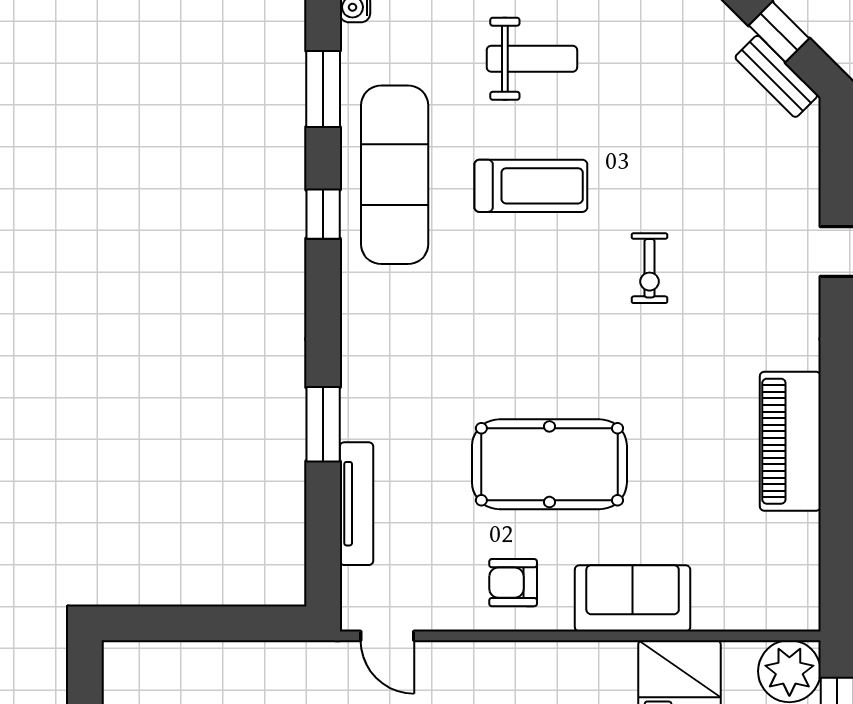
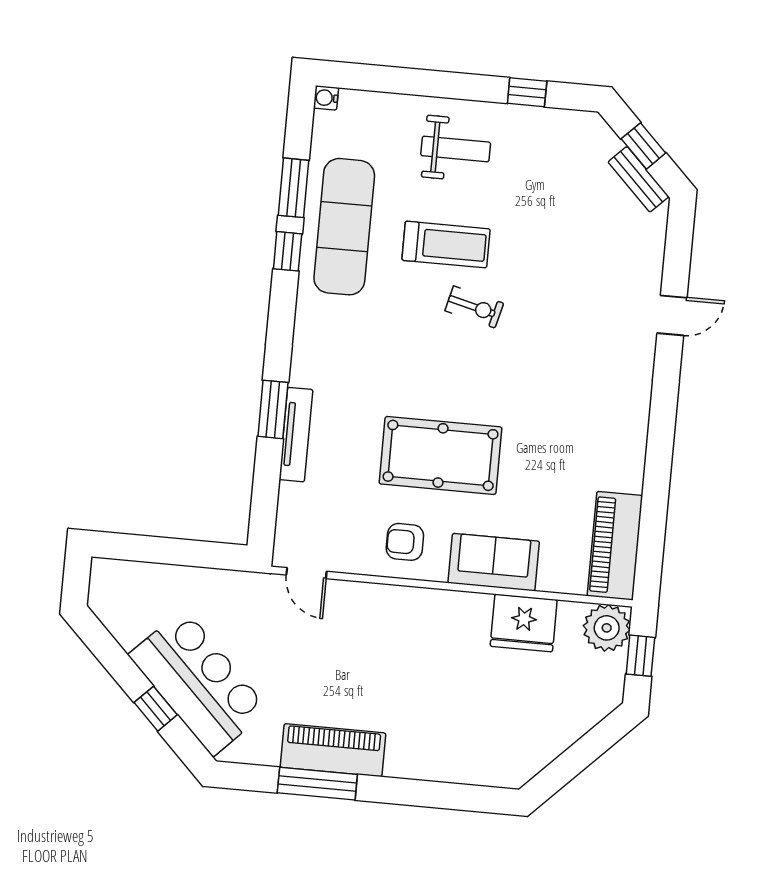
window: (323, 89) -> (293, 188), moved
exercise bike: (650, 268) -> (474, 307), moved, turned -76
piano: (790, 441) -> (615, 546), moved
tv unit: (356, 504) -> (296, 435), moved

